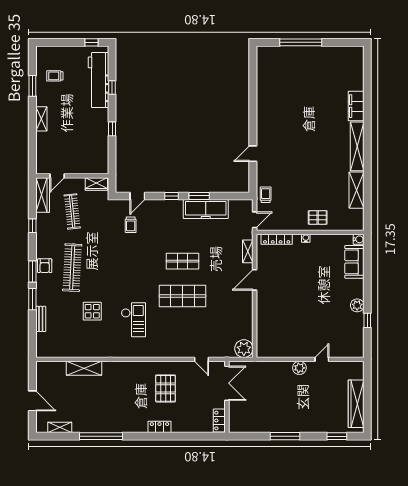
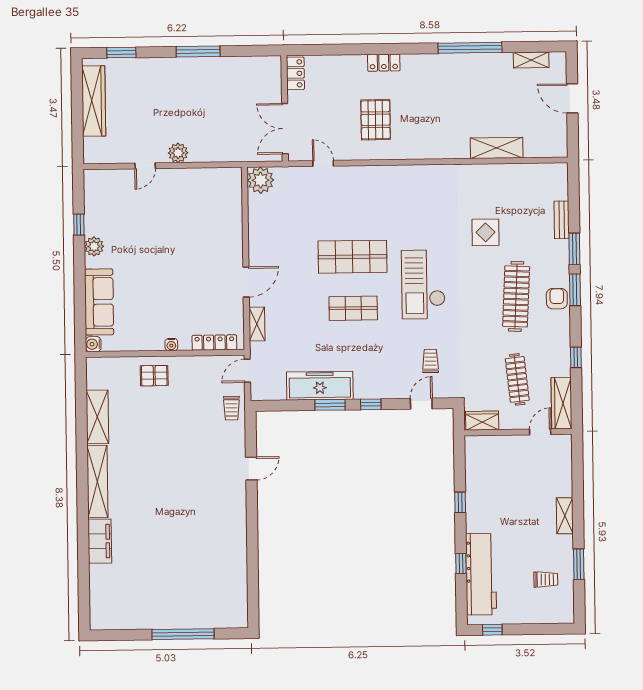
sofa: (354, 262) -> (99, 302), width x1.36
checkout: (133, 320) -> (423, 284), moved, width x1.36, depth x1.21

